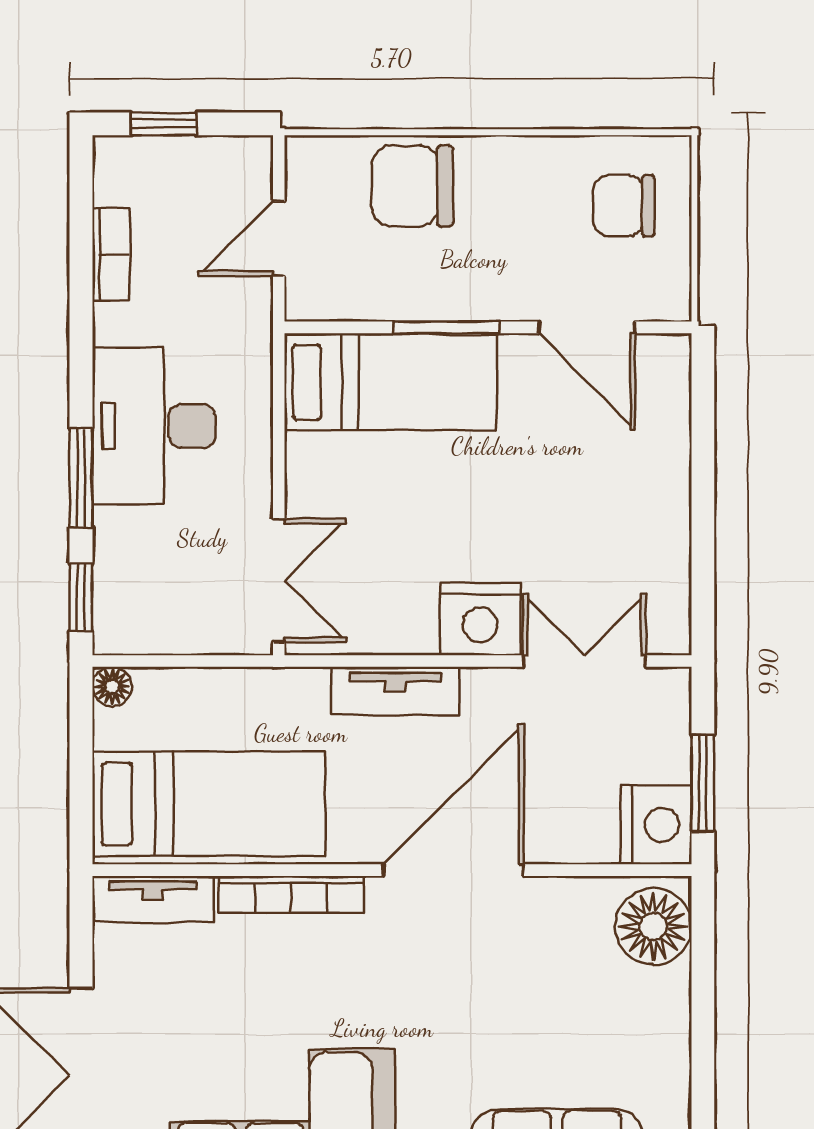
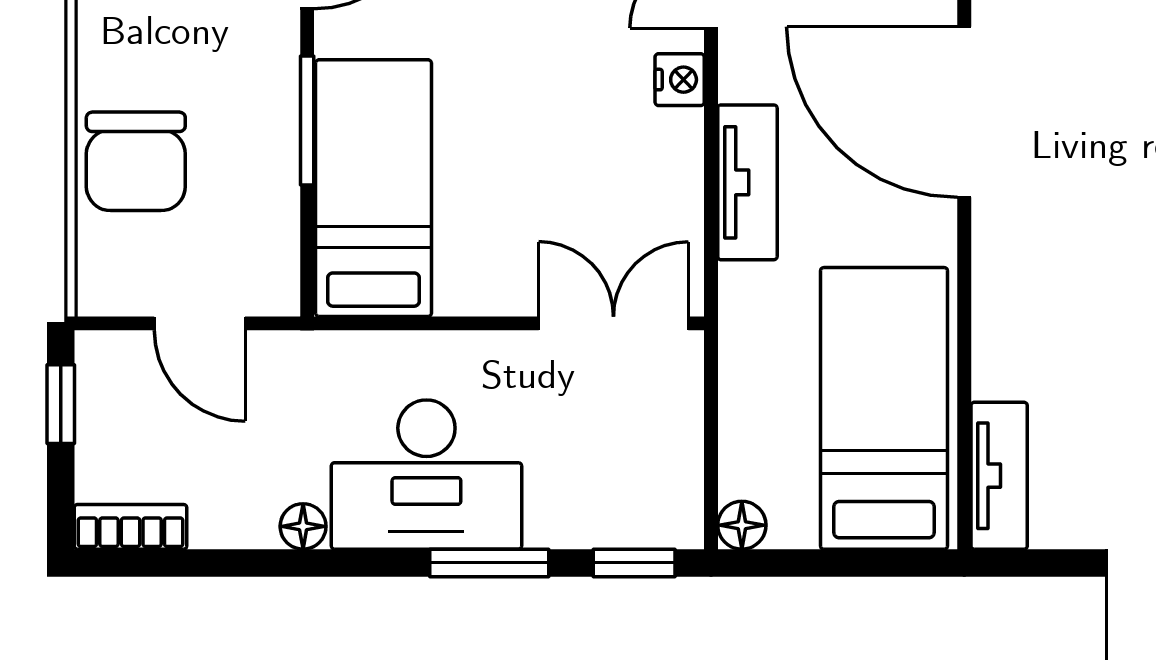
window: (164, 124) -> (61, 404), moved
bookcase: (111, 254) -> (131, 527), moved
floor lamp: (111, 324) -> (303, 526), added
nightstand: (480, 619) -> (680, 80), width x0.53, depth x0.56
bookcase: (291, 894) -> (994, 309), removed

